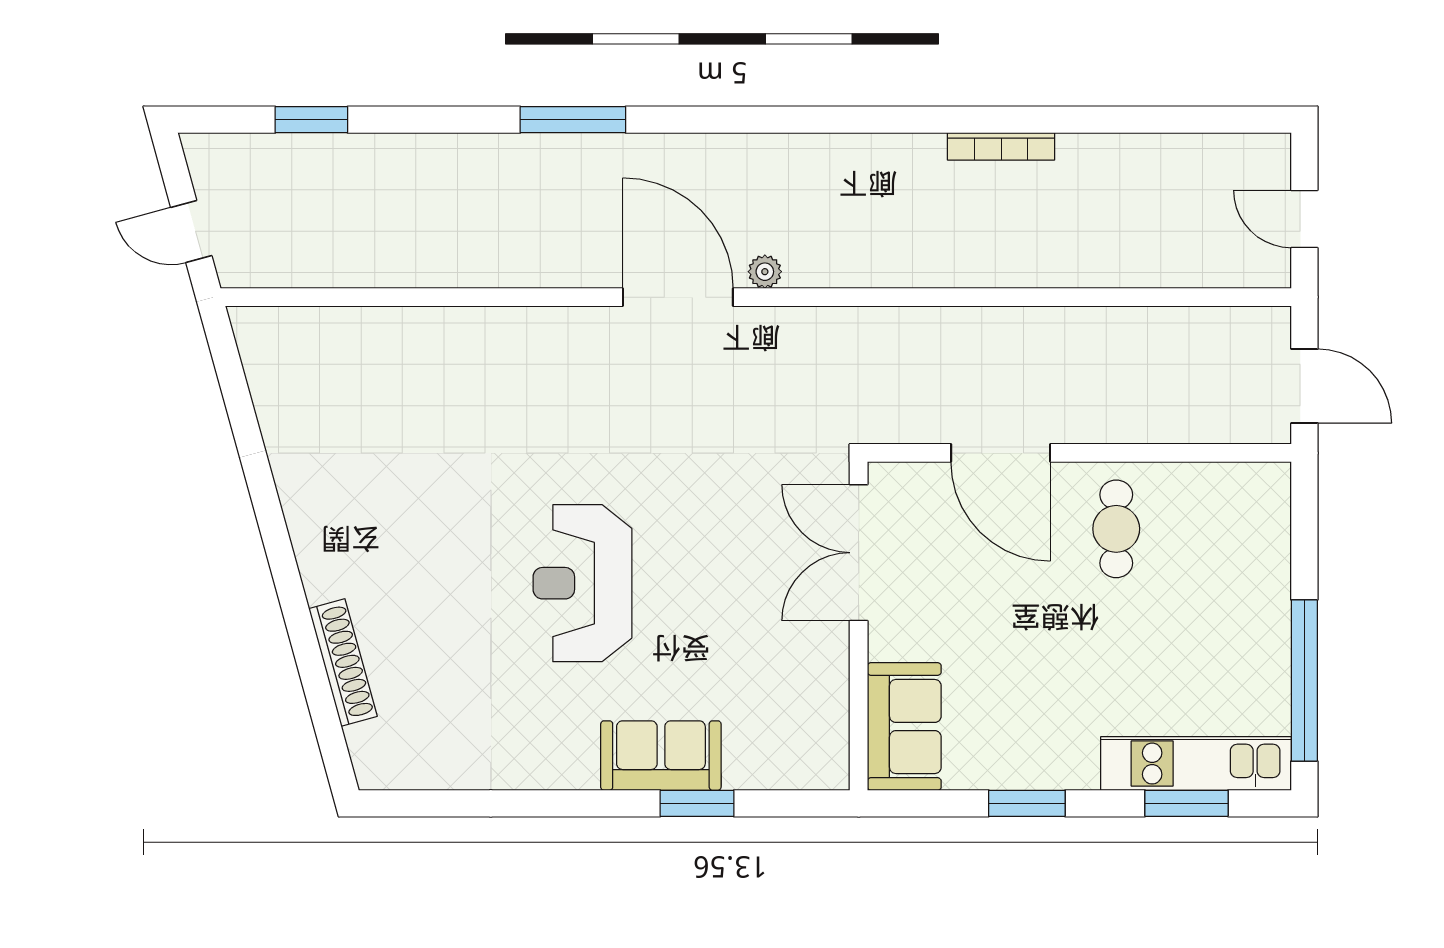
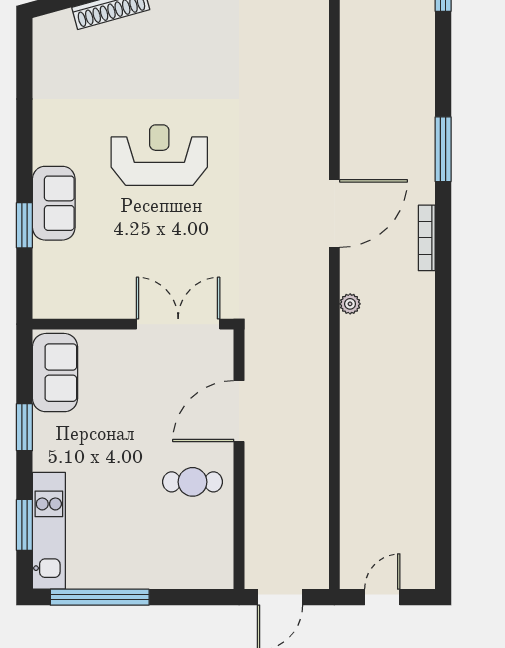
bookcase: (1001, 146) -> (427, 238), moved
plant: (765, 272) -> (350, 304), moved
sofa: (904, 727) -> (55, 373), moved, turned -90

